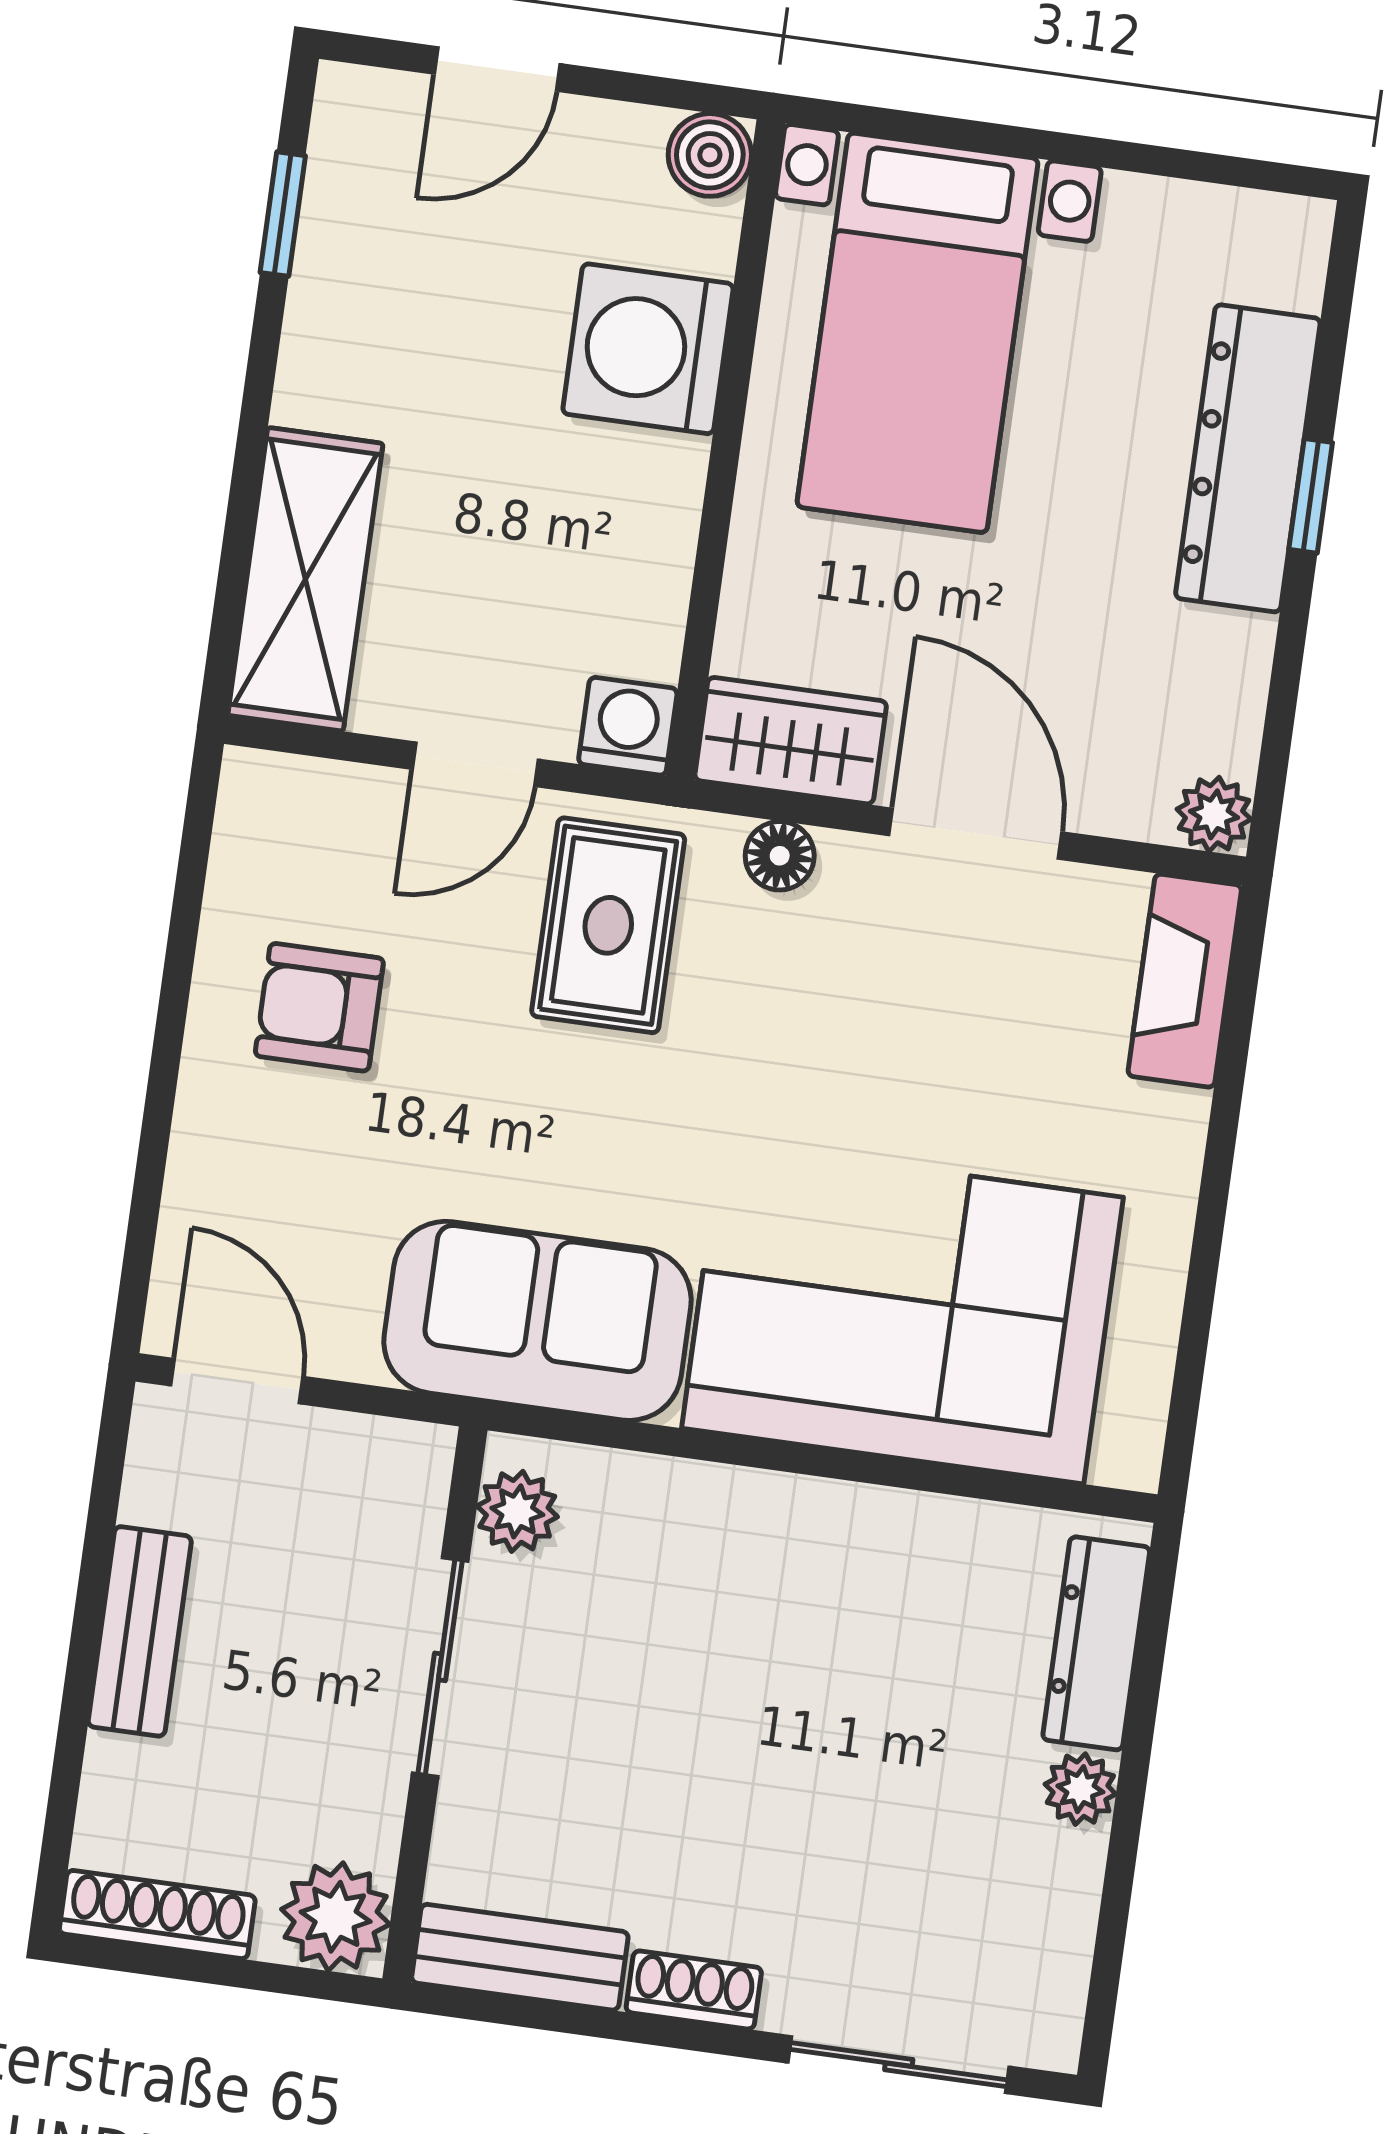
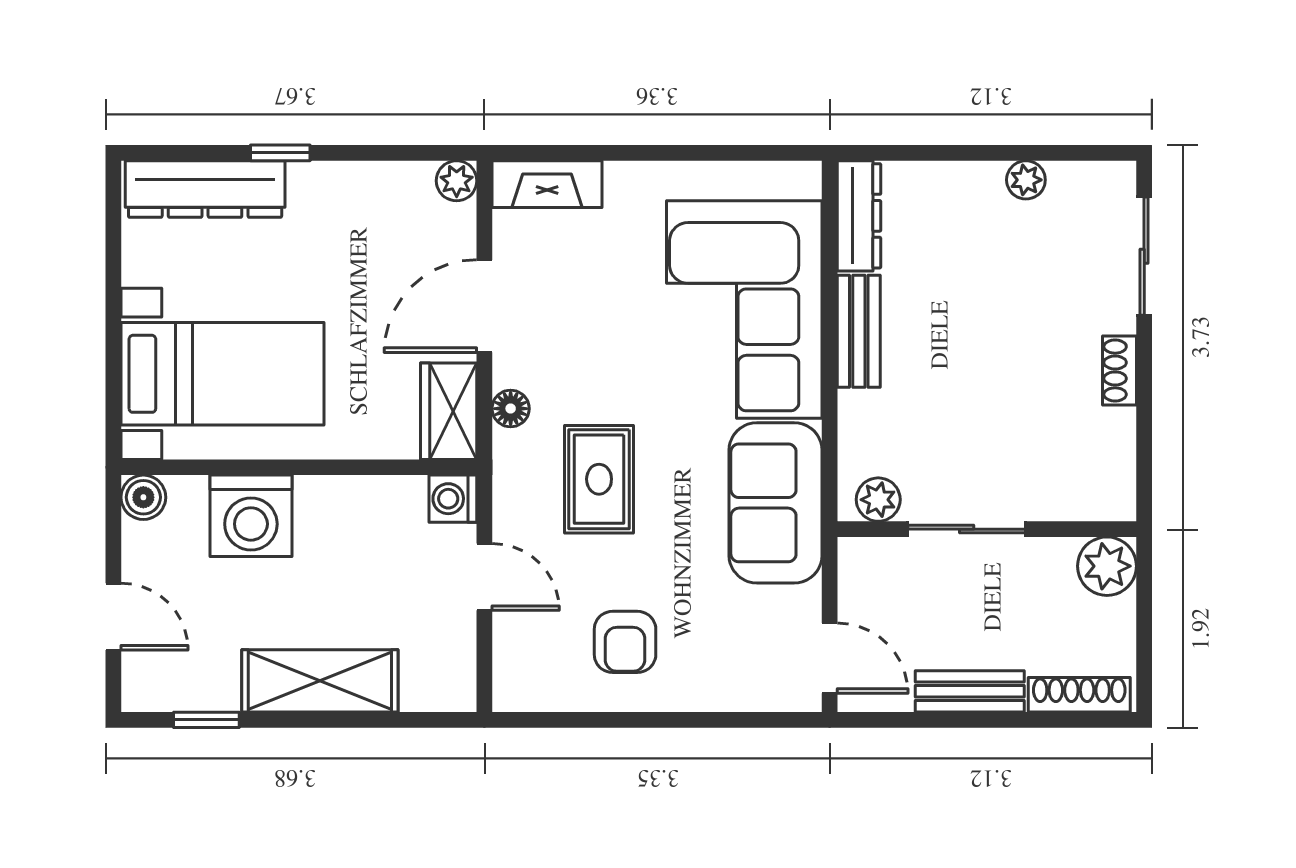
dresser: (1248, 458) -> (205, 189), moved
shelving: (305, 579) -> (320, 681), moved
rug: (608, 925) -> (599, 479), moved, turned 90
door: (237, 1381) -> (830, 658), swing flipped
dresser: (1096, 1643) -> (859, 216), moved, turned -90
plant: (1080, 1789) -> (1026, 180), moved
shoe rack: (157, 1915) -> (1079, 695), moved, turned 90
bench: (520, 1957) -> (859, 331), moved

